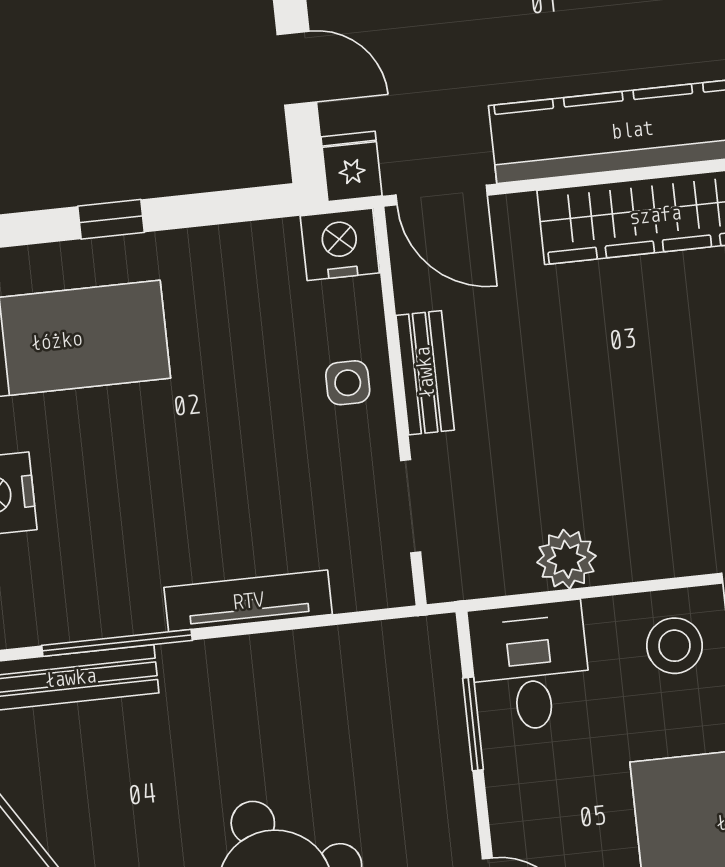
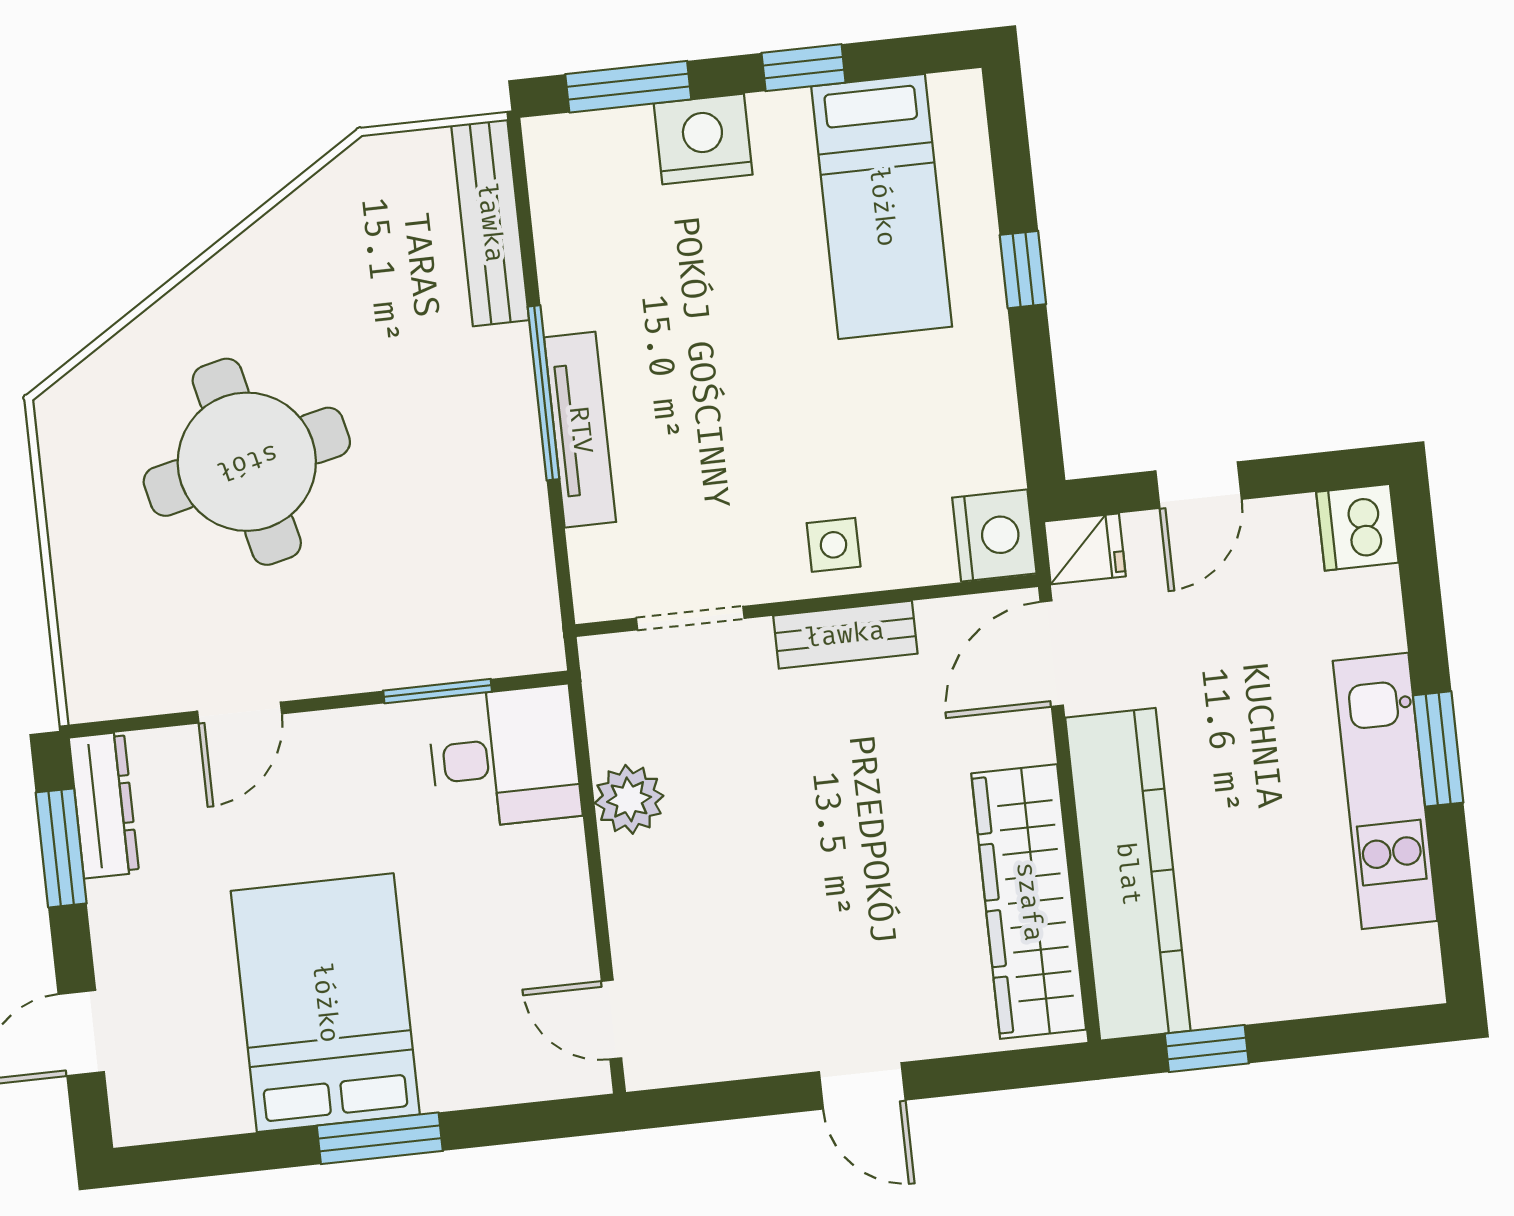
window: (117, 643) -> (543, 393), moved
stool: (674, 646) -> (529, 925), removed

